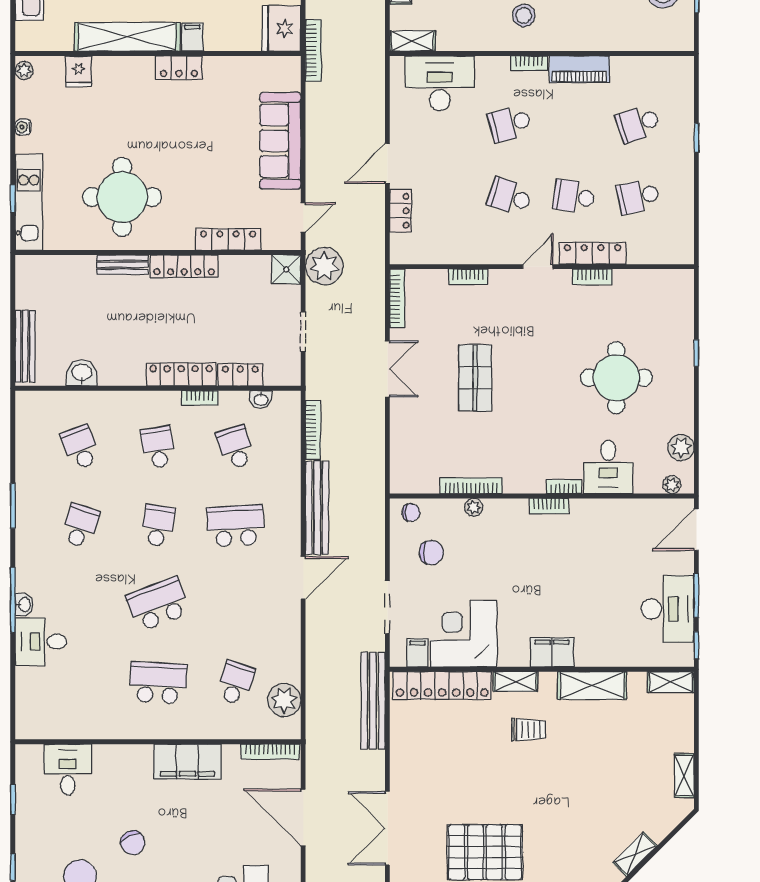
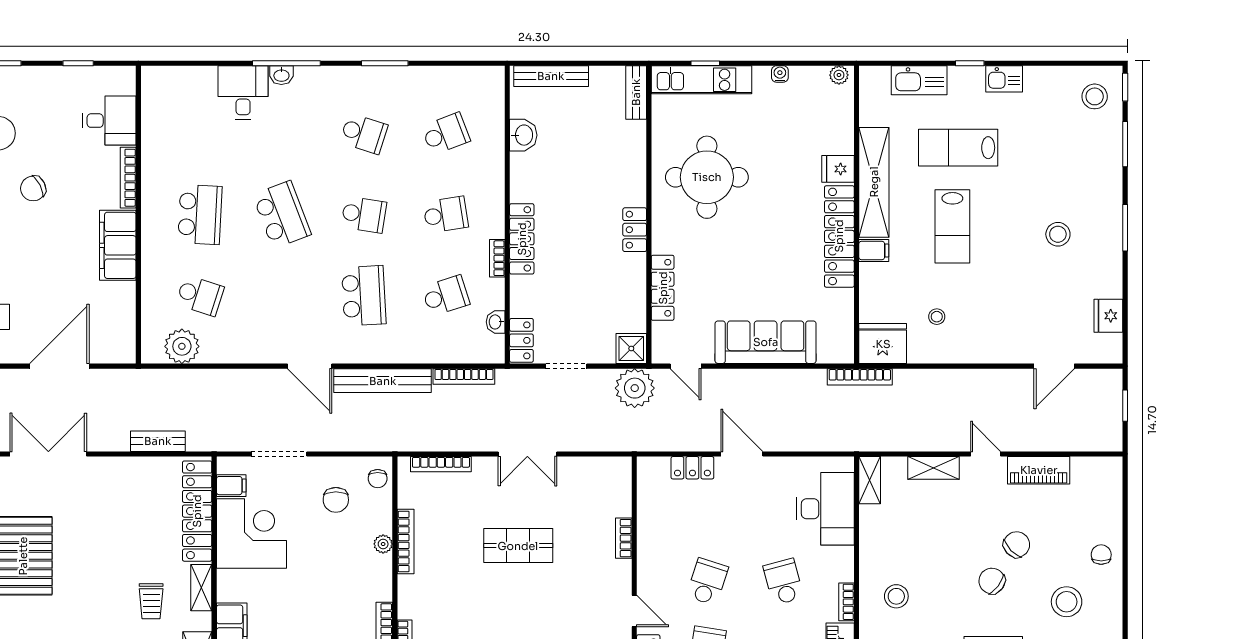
locker: (179, 68) -> (839, 236), width x2.16, depth x1.21
fridge: (79, 71) -> (838, 169), moved
bench: (123, 265) -> (636, 92), moved
locker: (184, 266) -> (635, 230), width x0.66
bookcase: (397, 299) -> (441, 464), moved
locker: (240, 375) -> (521, 340), moved
bench: (373, 701) -> (158, 441), width x0.54, depth x0.82
bookcase: (270, 752) -> (128, 178), moved

